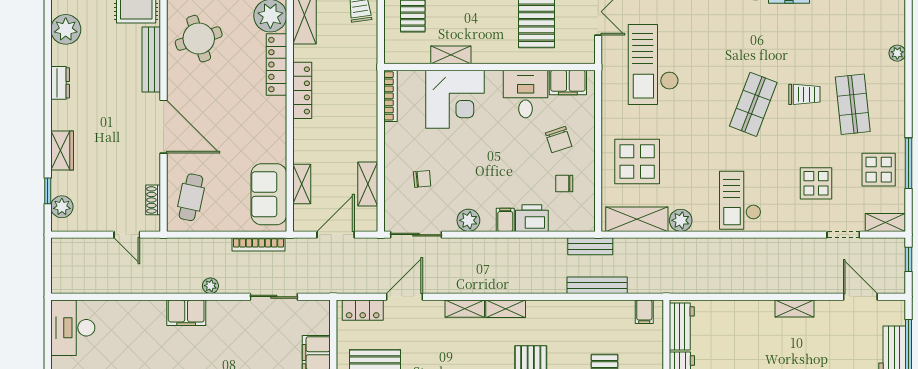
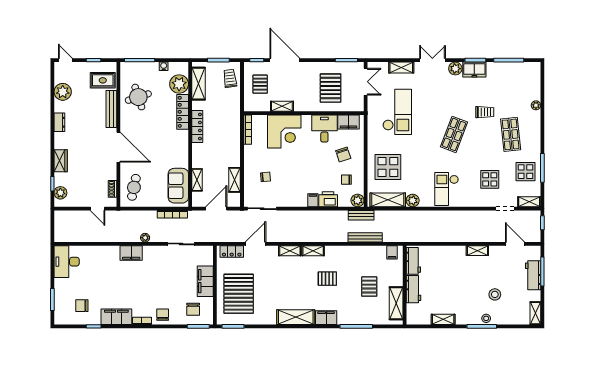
checkout: (653, 65) -> (397, 112), turned 180
trolley: (804, 94) -> (485, 112), moved
plant: (468, 220) -> (358, 200), moved

